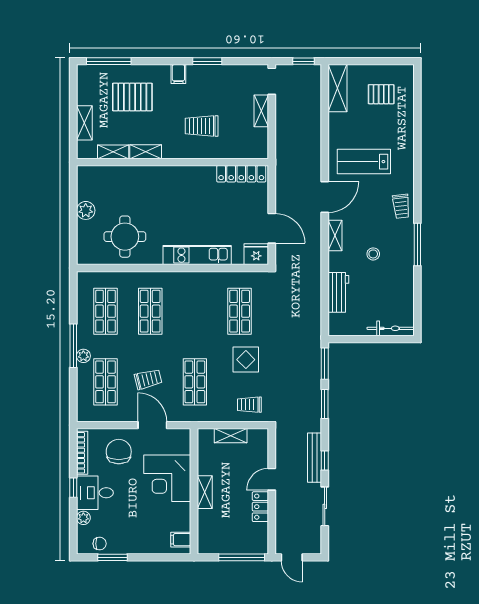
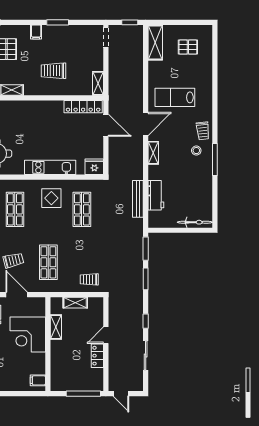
shelving: (261, 111) -> (98, 83), moved
door: (272, 228) -> (106, 125), moved
stool: (373, 254) -> (196, 151), moved
display table: (246, 360) -> (51, 198), moved
bench: (314, 458) -> (138, 199), moved
shelving: (205, 492) -> (56, 327), moved

